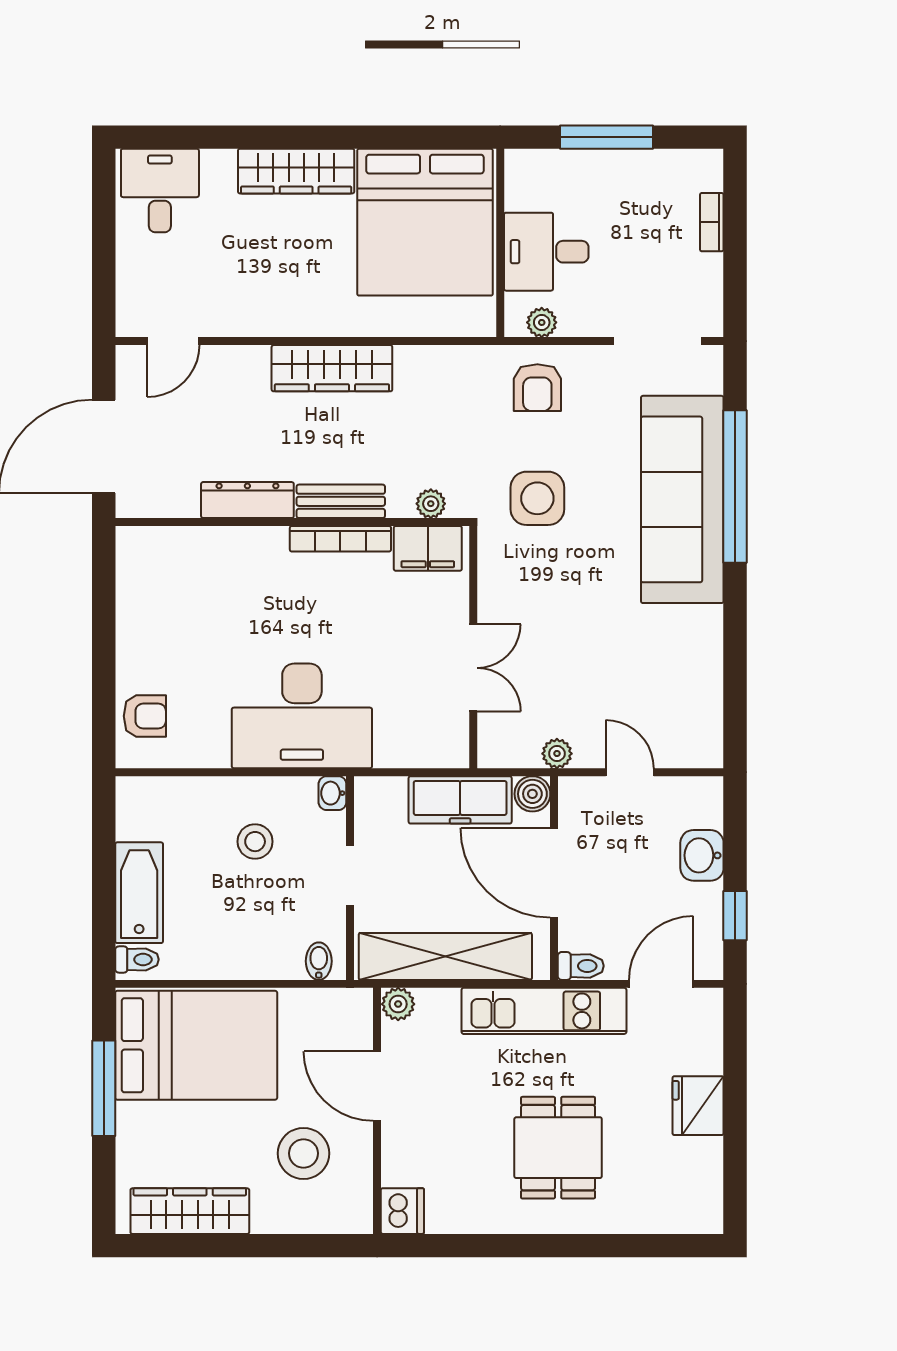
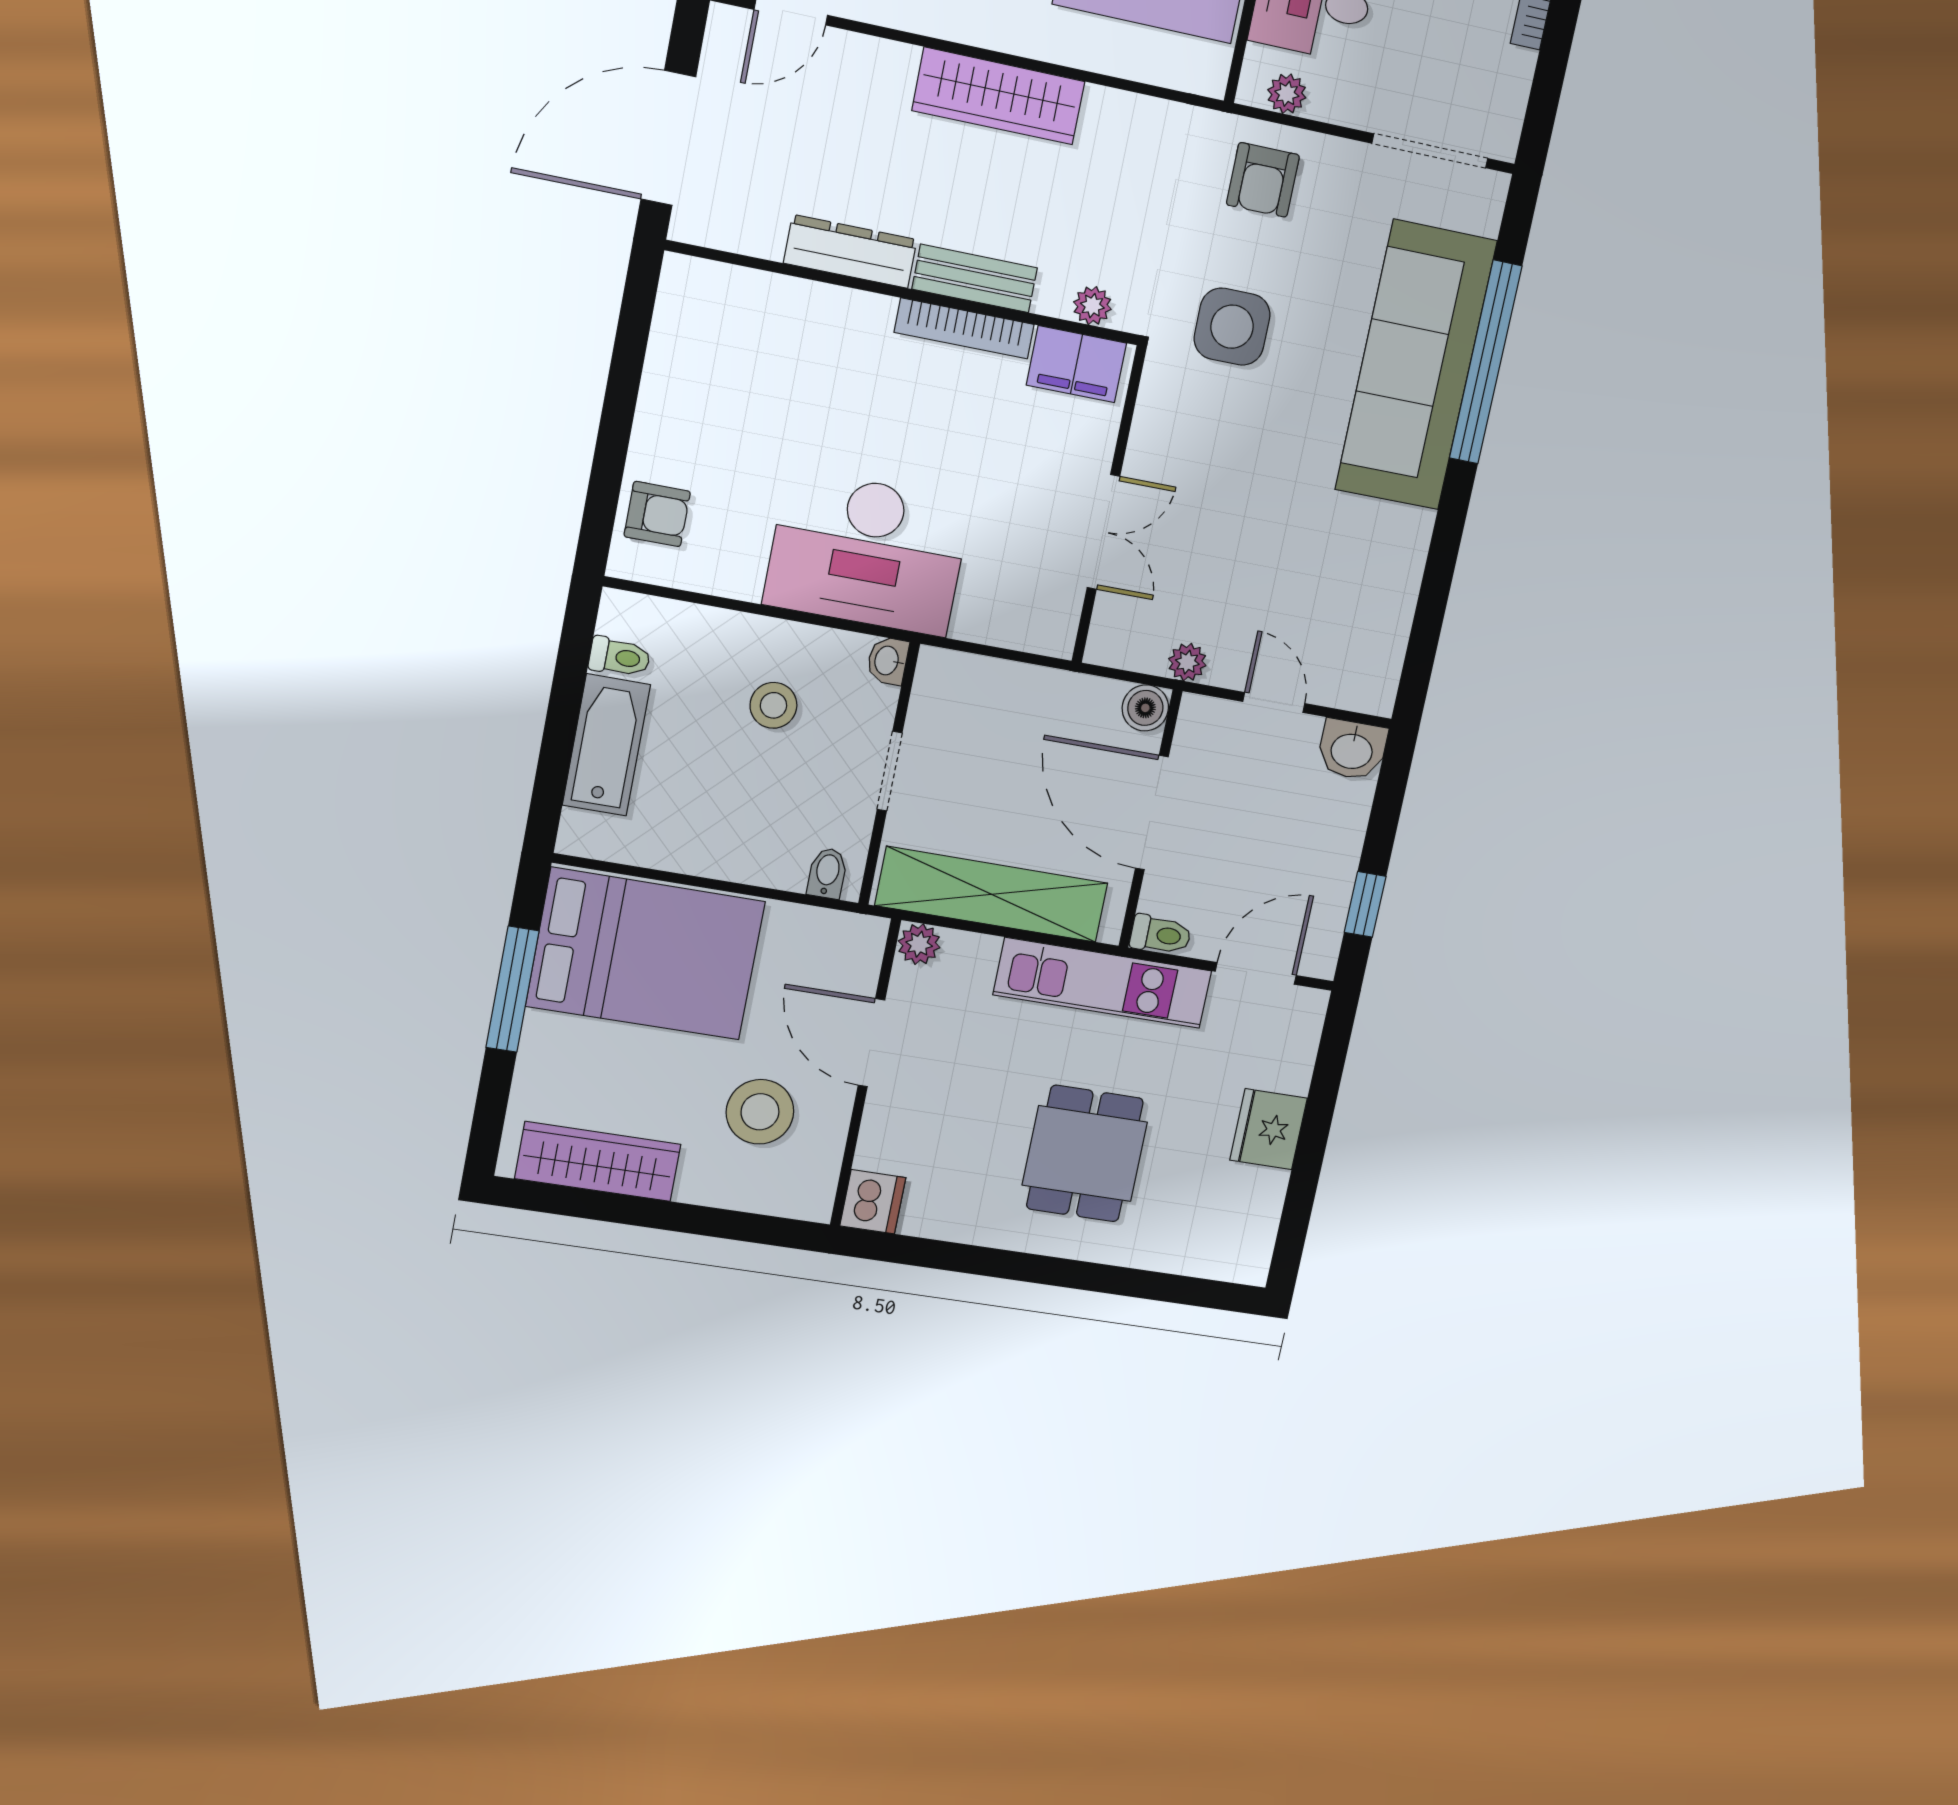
freezer: (460, 800) -> (1051, 699), removed
washbasin: (702, 855) -> (1352, 750), moved, turned -90
toilet: (137, 959) -> (620, 657), moved

